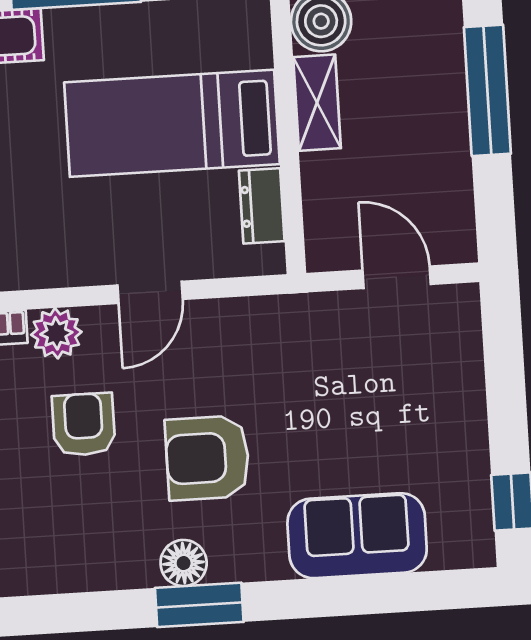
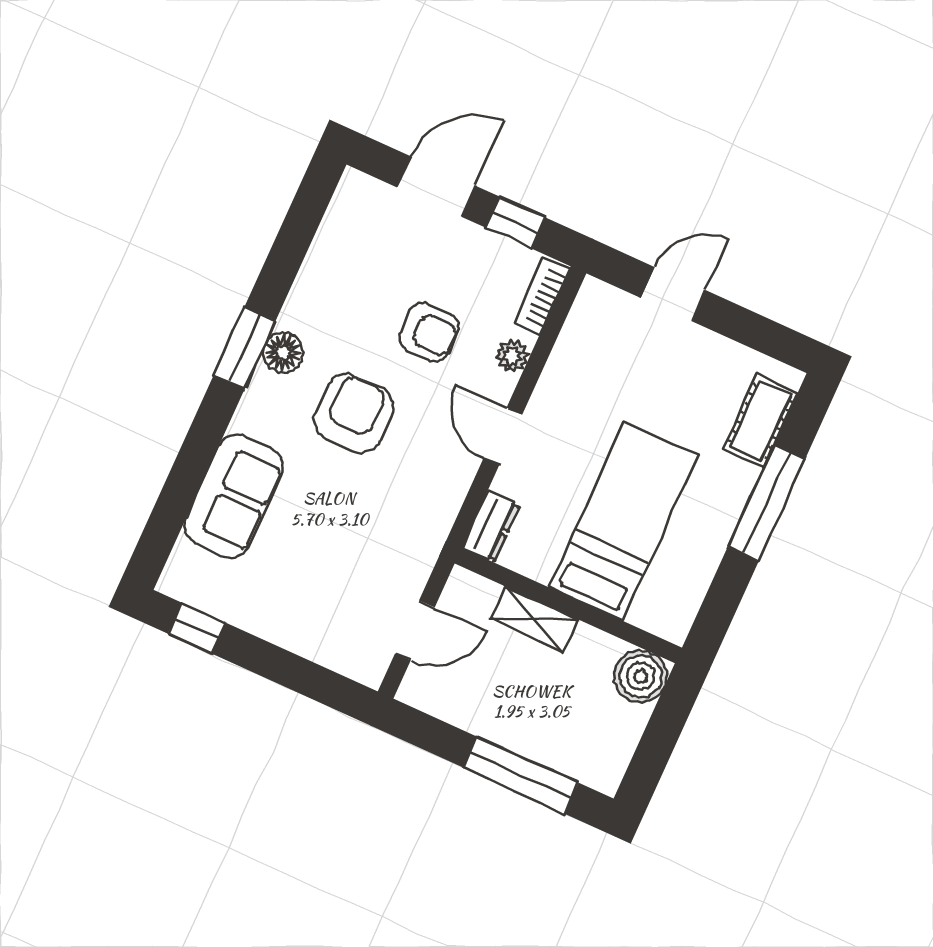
shelving: (317, 103) -> (534, 619), moved
dresser: (262, 206) -> (491, 526), moved, turned 90
plant: (56, 333) -> (512, 356), width x0.73, depth x0.73

